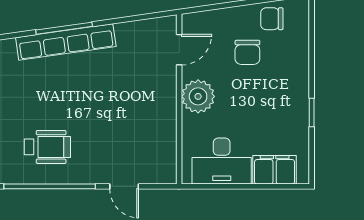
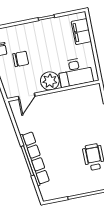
door: (179, 50) -> (27, 96), swing flipped
desk: (222, 161) -> (75, 72), moved, turned 90

